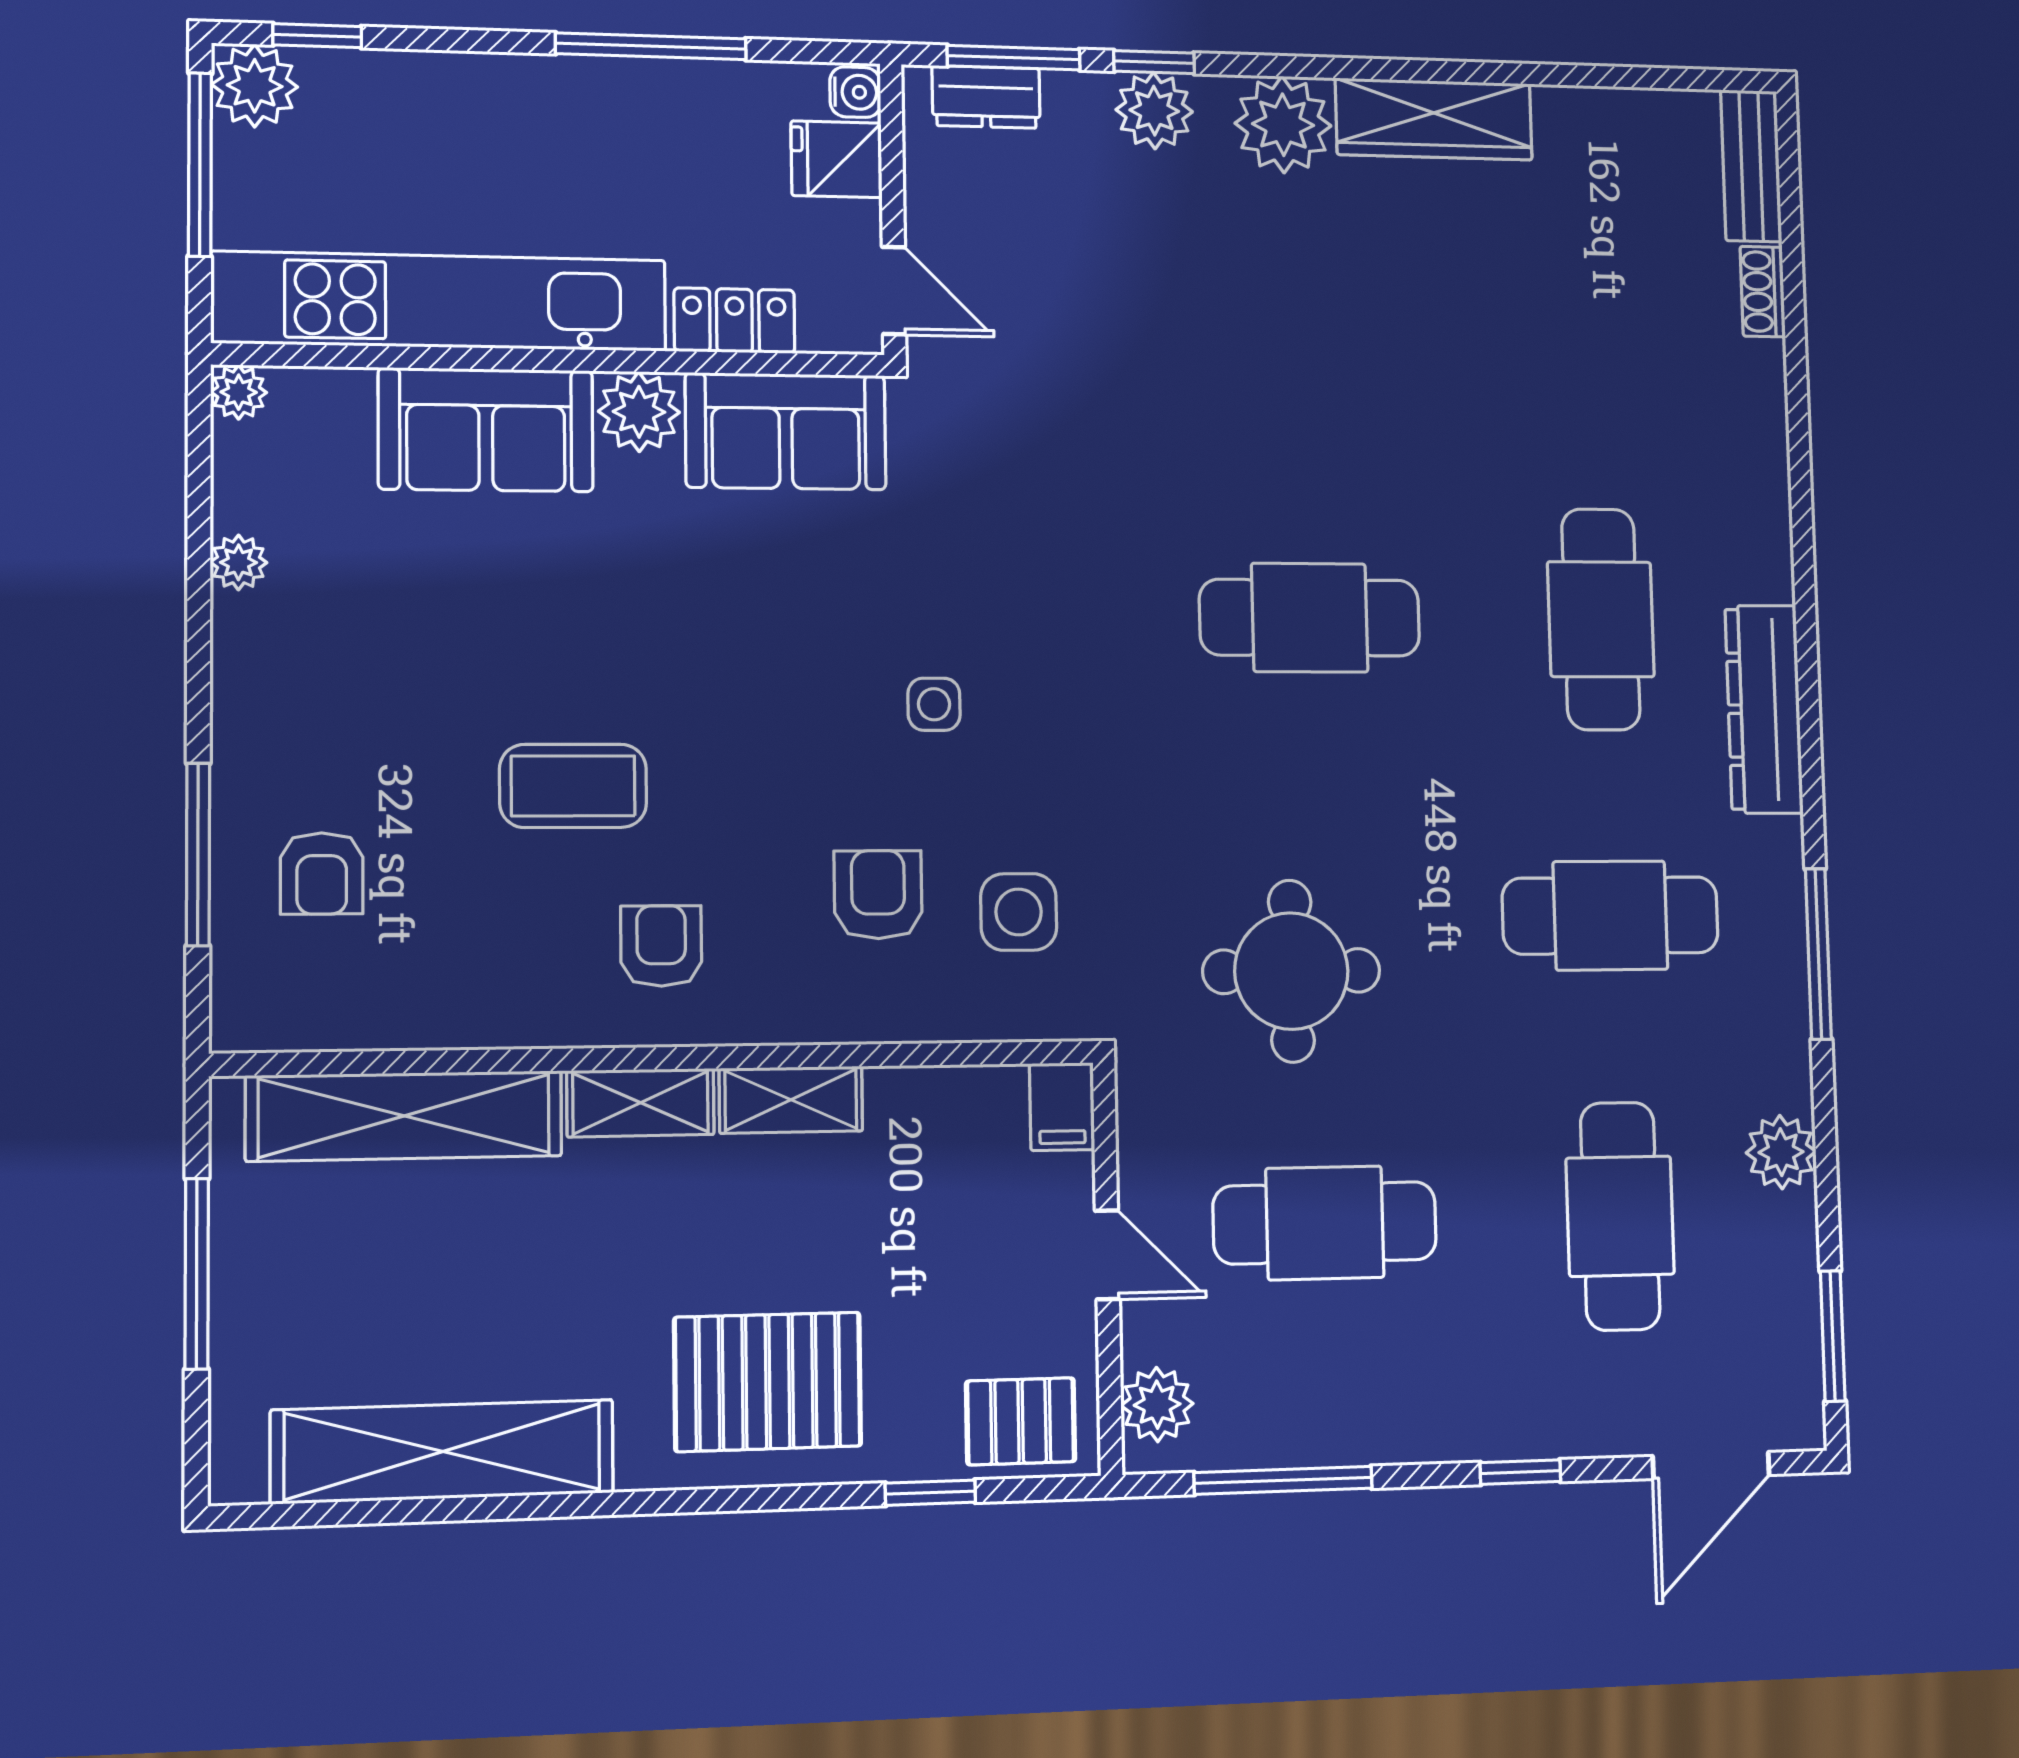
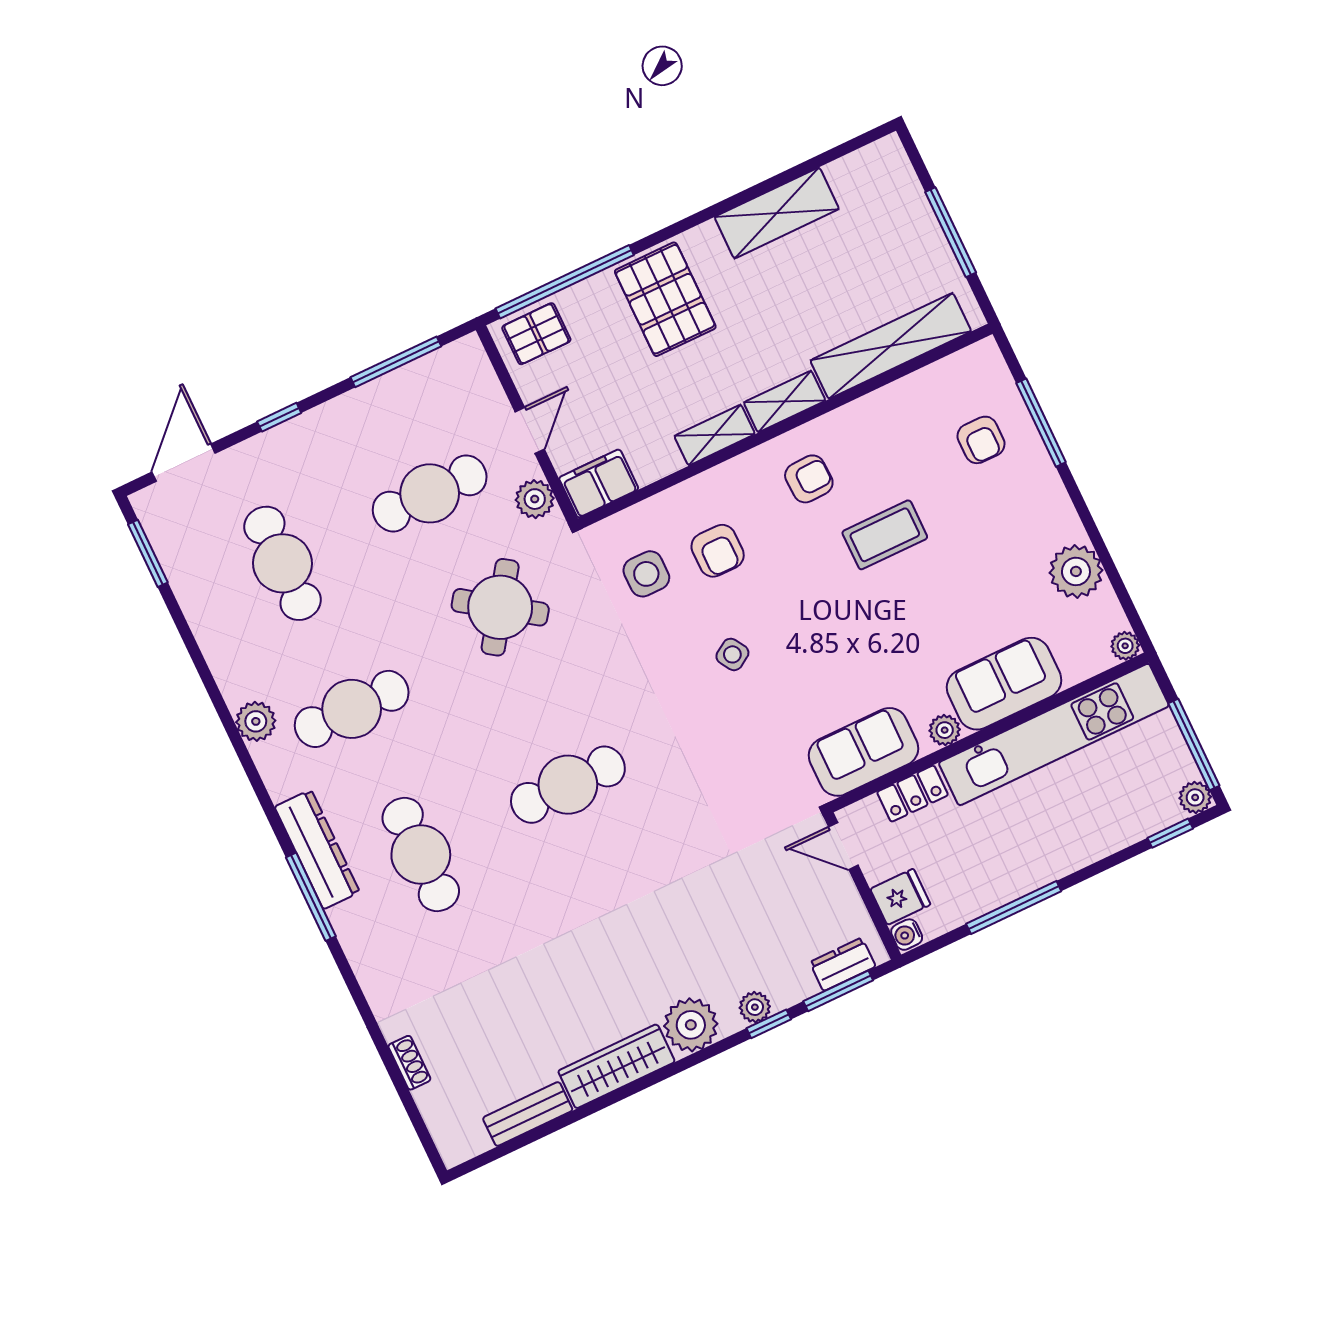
plant: (255, 86) -> (1195, 797), width x0.73, depth x0.73
plant: (1154, 111) -> (755, 1007), width x0.73, depth x0.73
bench: (1751, 166) -> (528, 1114), moved, turned 90
plant: (639, 412) -> (945, 730), width x0.73, depth x0.73
plant: (239, 562) -> (1076, 571), width x1.88, depth x1.88
side table: (934, 704) -> (732, 654), turned -32
armchair: (322, 873) -> (981, 440), turned 180
armchair: (661, 946) -> (809, 479), turned -92
window: (1818, 954) -> (311, 897), moved
round table: (1291, 971) -> (500, 607), turned 35
filing cabinet: (1062, 1107) -> (599, 483), width x2.00
plant: (1781, 1152) -> (256, 721), moved
door: (1107, 1255) -> (530, 430), swing flipped
pallet: (768, 1382) -> (665, 299), turned 90
plant: (1157, 1405) -> (535, 499), moved
shelving: (443, 1452) -> (777, 213), width x0.68
window: (930, 1493) -> (565, 282), width x3.17

